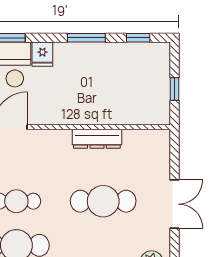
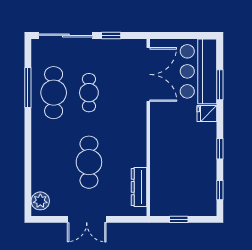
window: (86, 38) -> (220, 149), width x0.67
dresser: (97, 139) -> (139, 187), moved

